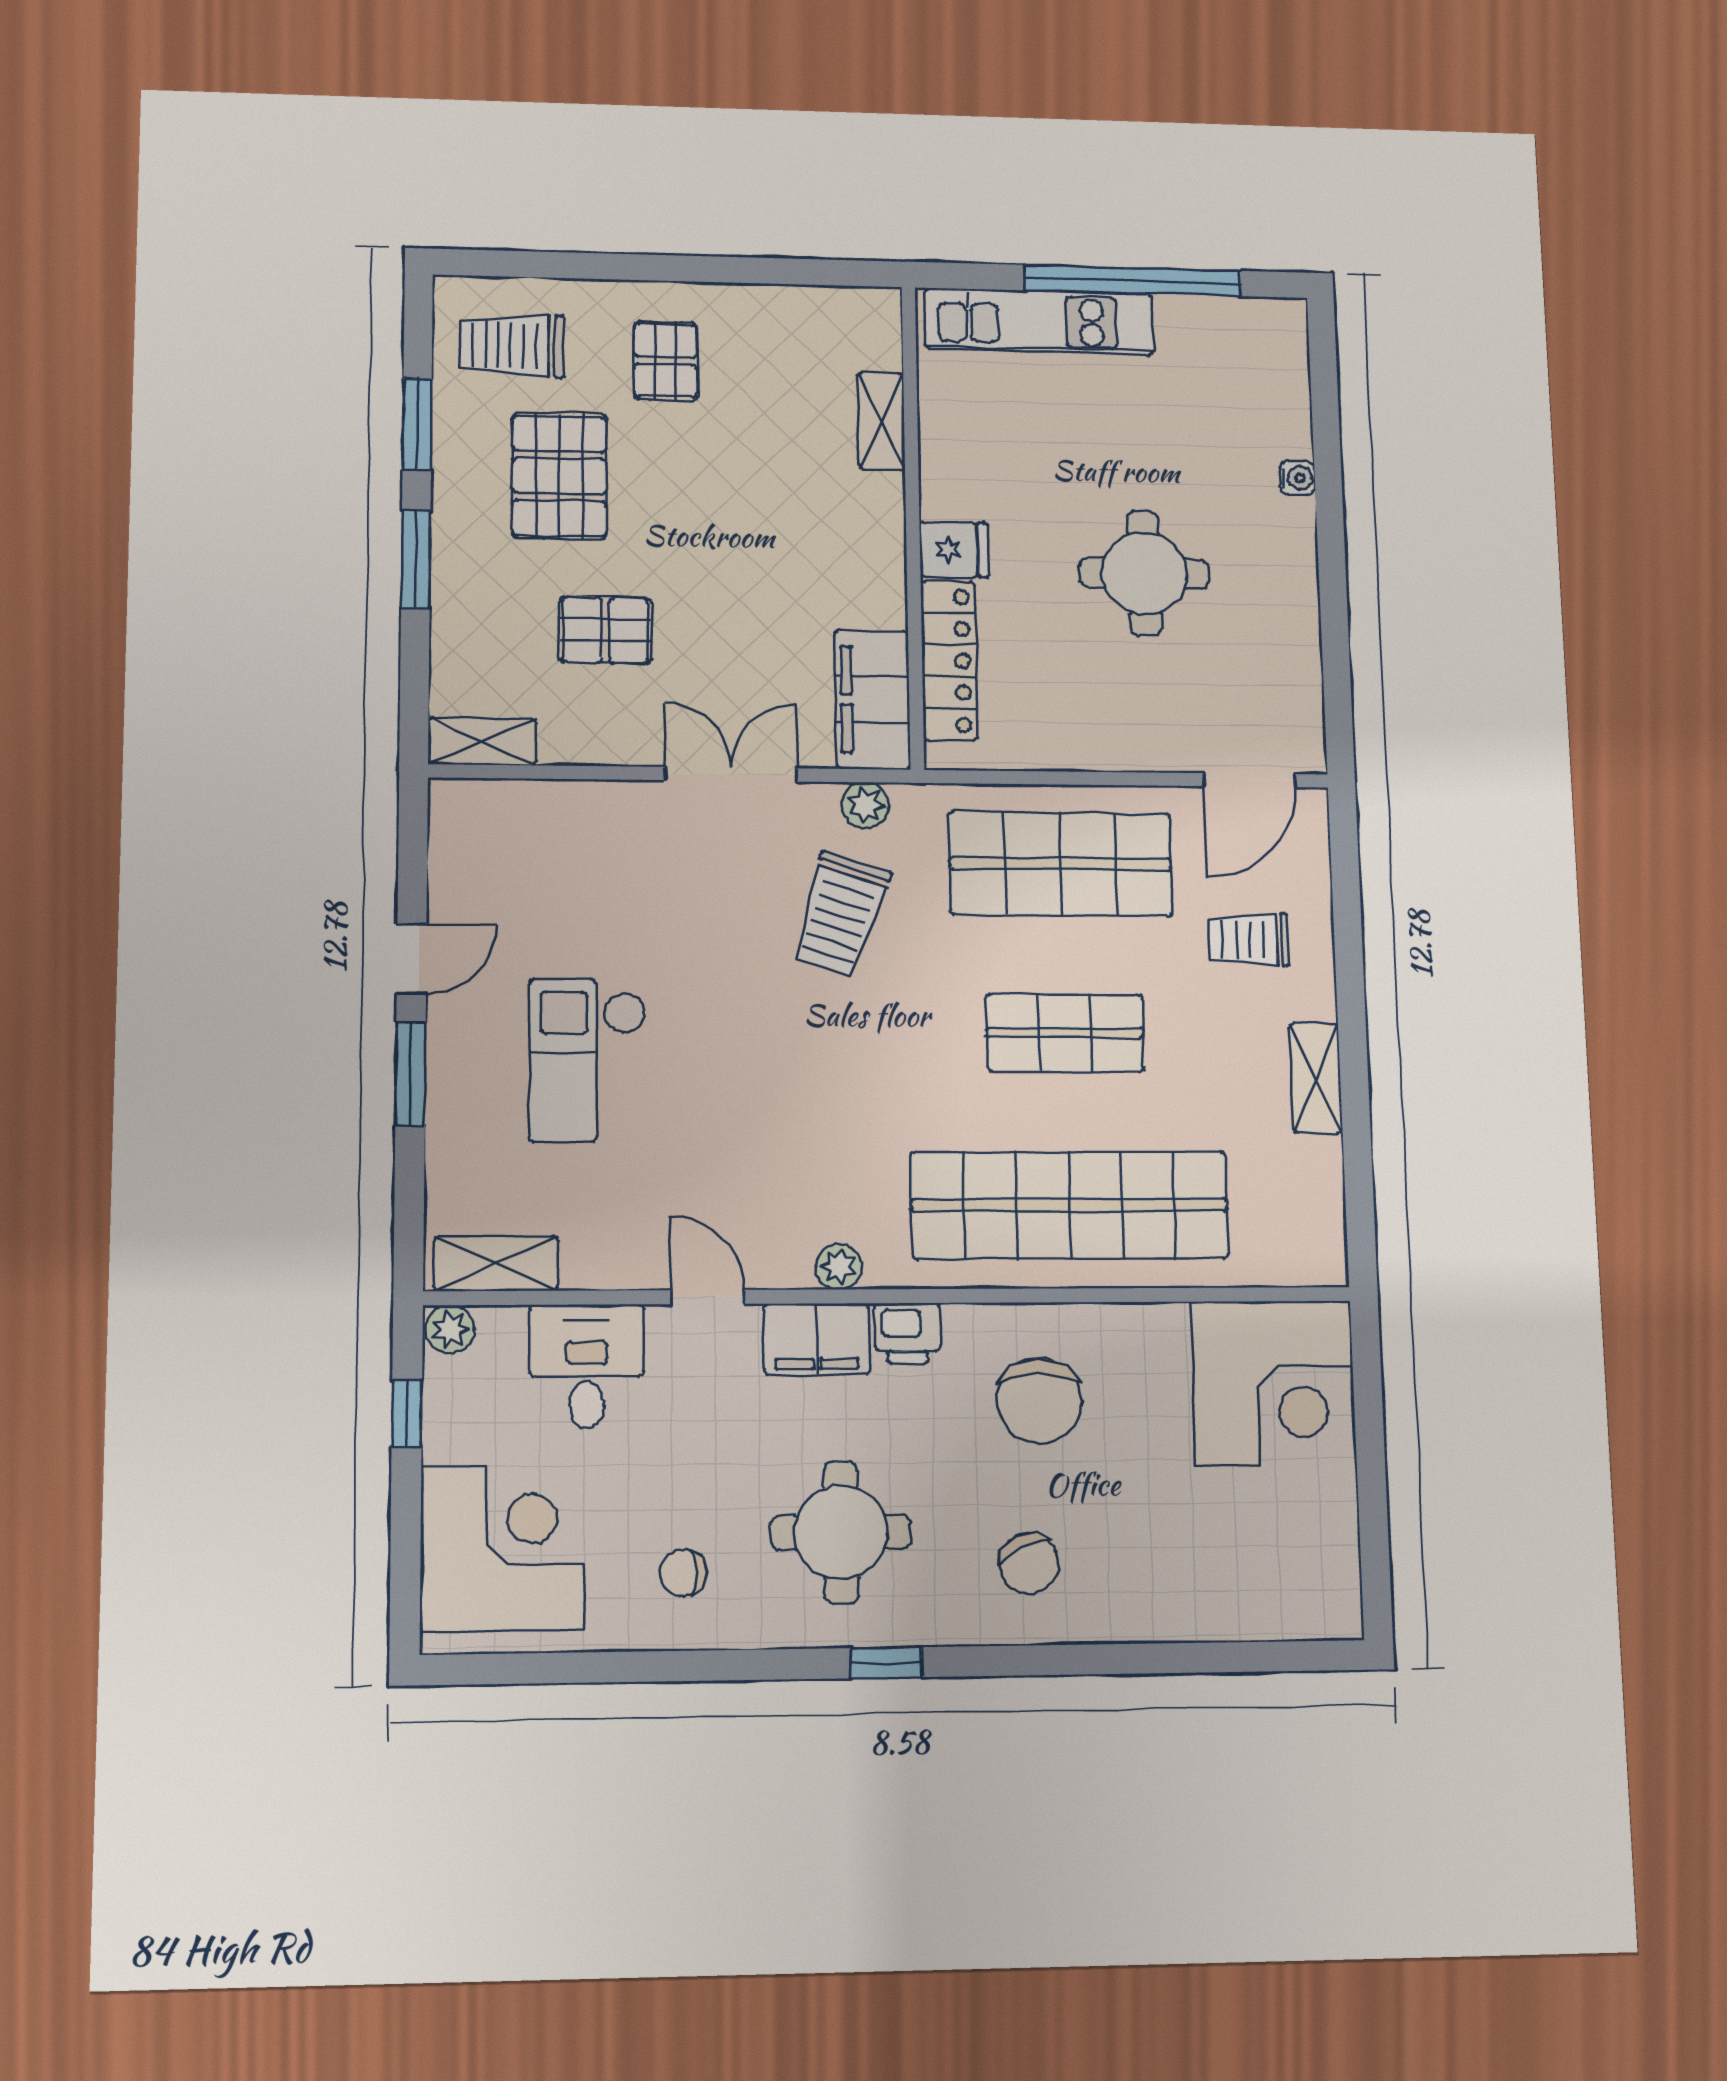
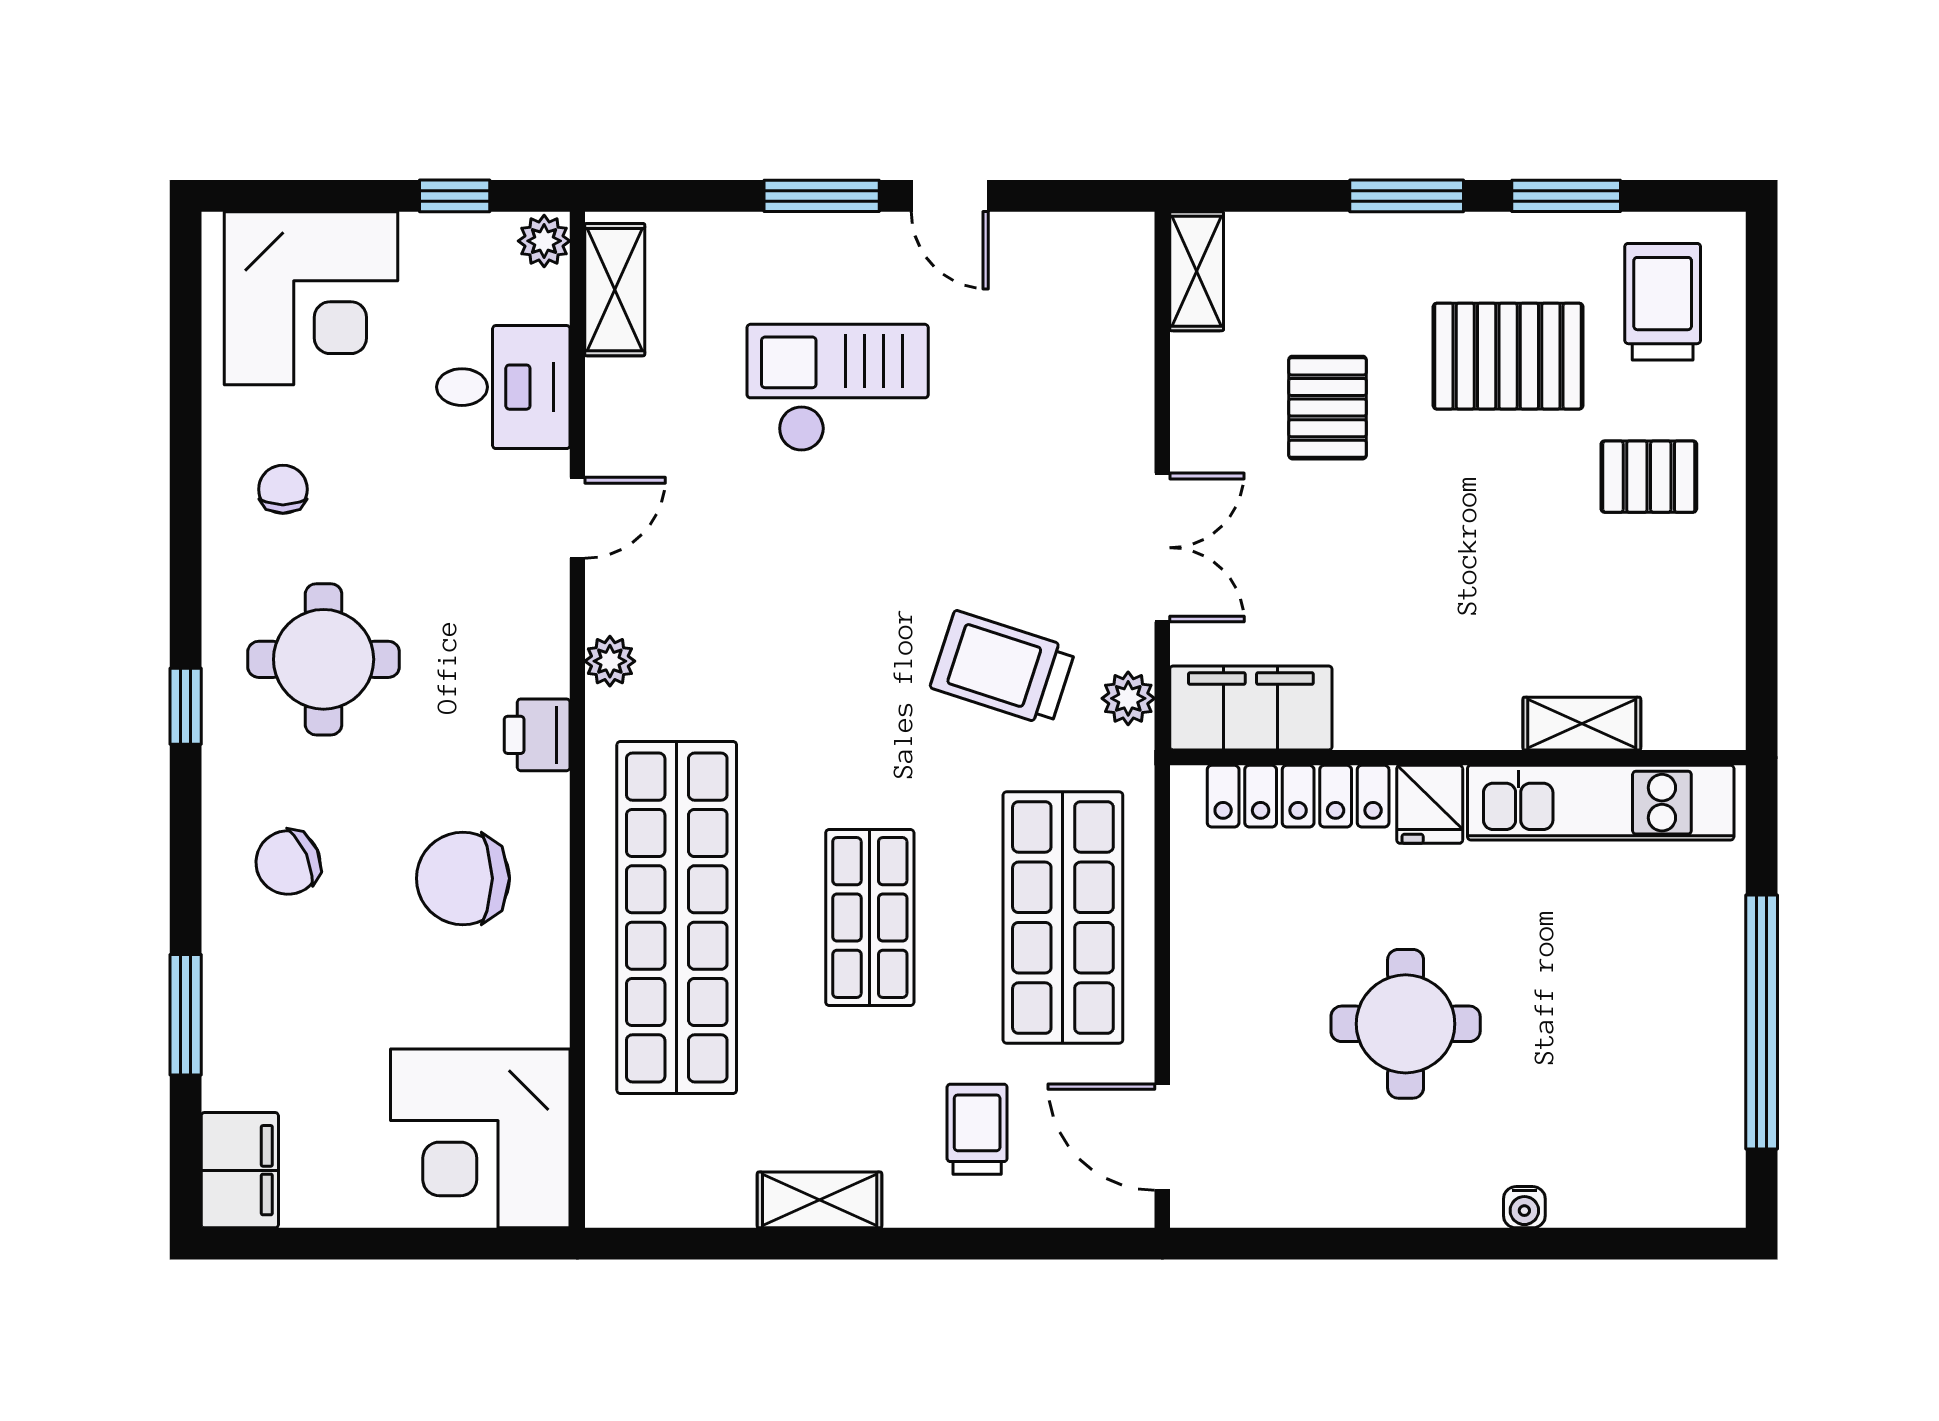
kitchen unit: (1039, 321) -> (1601, 803), moved, turned -90
filing cabinet: (817, 1339) -> (240, 1170), moved, turned 180
window: (1171, 1658) -> (186, 1015), added

